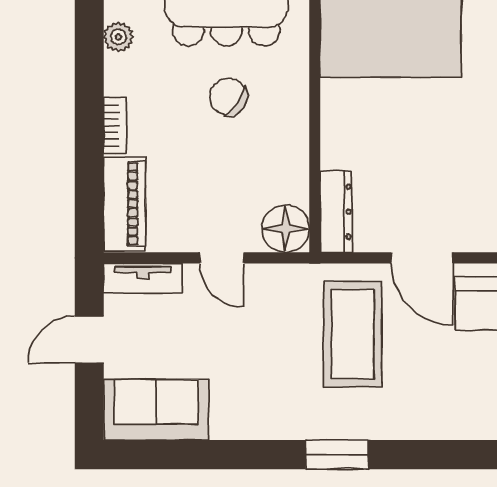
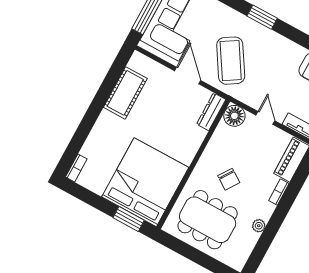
coffee table: (353, 334) -> (231, 61), turned -32

